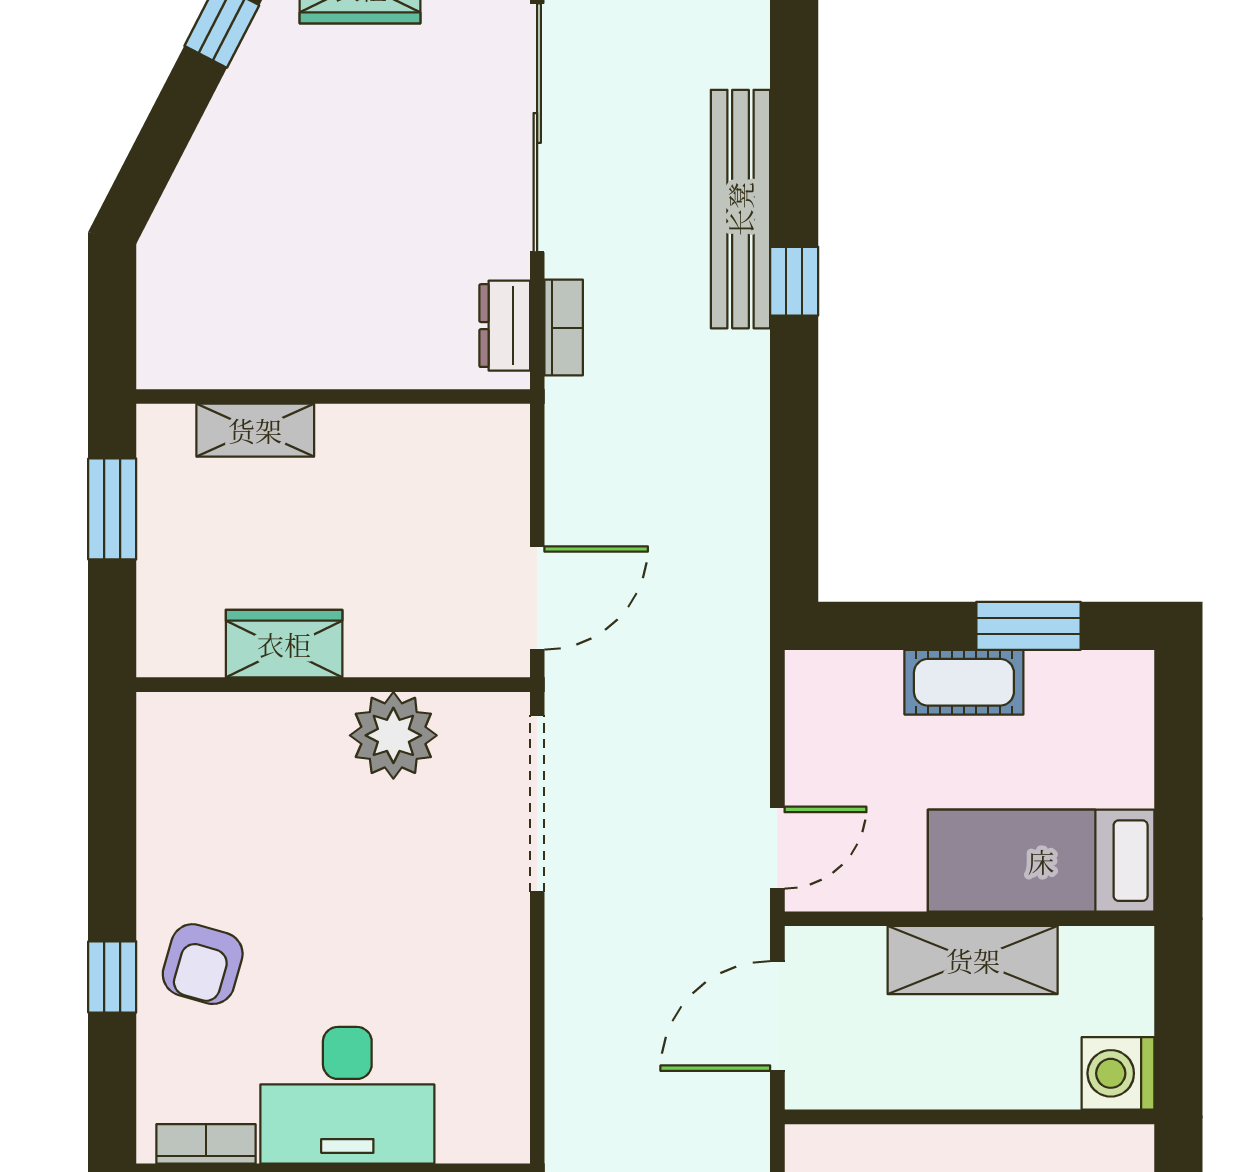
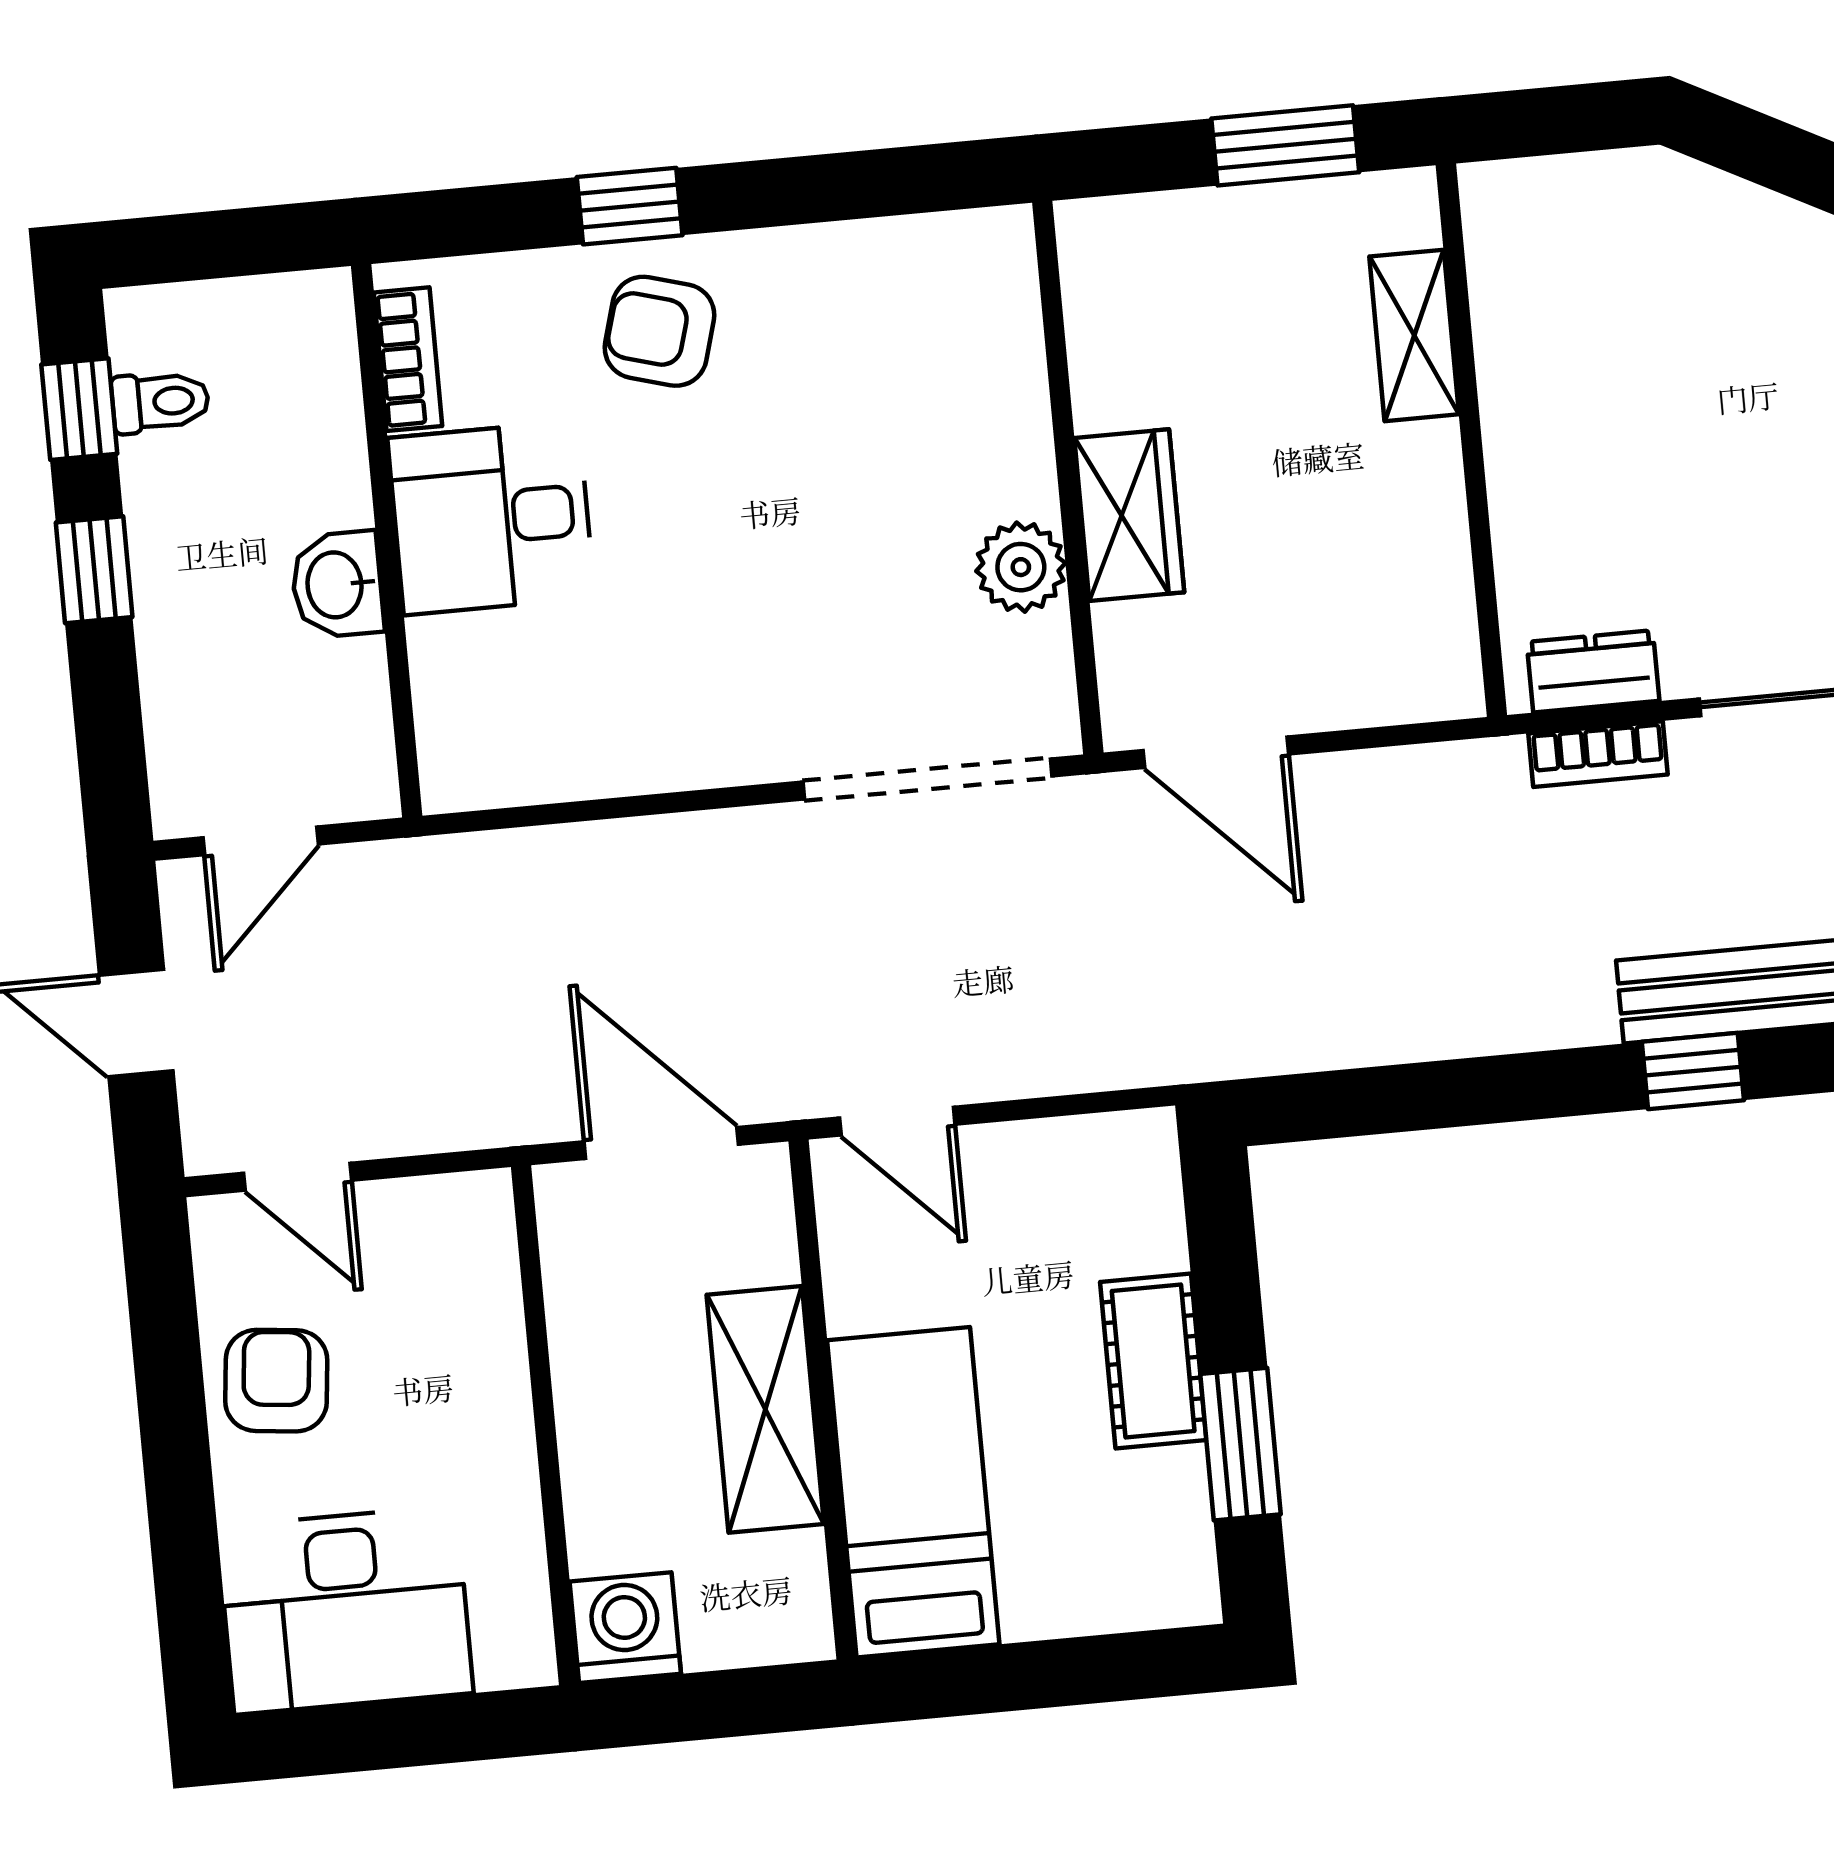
wardrobe: (284, 644) -> (1129, 515), moved
plant: (393, 735) -> (1021, 567), width x0.73, depth x0.73
desk: (347, 1095) -> (491, 518), width x0.73

